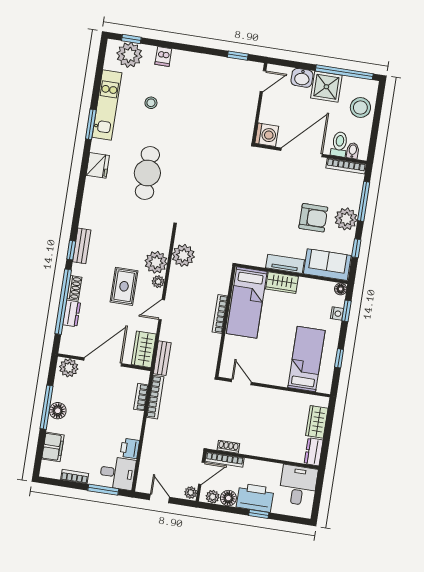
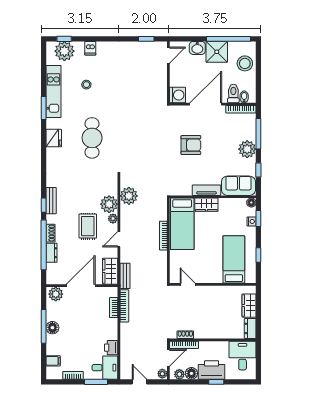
armchair: (313, 218) -> (191, 145), moved
filing cabinet: (53, 447) -> (53, 361), width x0.50

